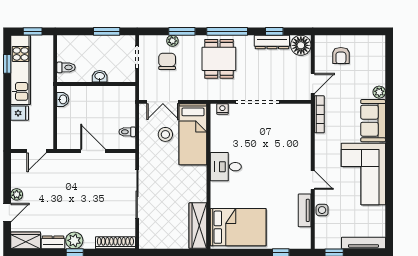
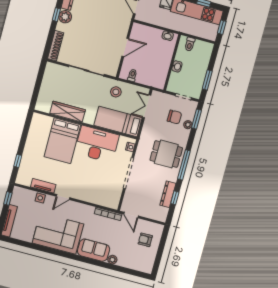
window: (182, 31) -> (196, 119), moved
floor lamp: (301, 45) -> (160, 214), removed
stool: (165, 134) -> (116, 92), moved
desk: (226, 167) -> (97, 144), width x1.87, depth x1.30
wardrobe: (198, 226) -> (68, 112), moved
bed: (238, 227) -> (62, 141), moved

